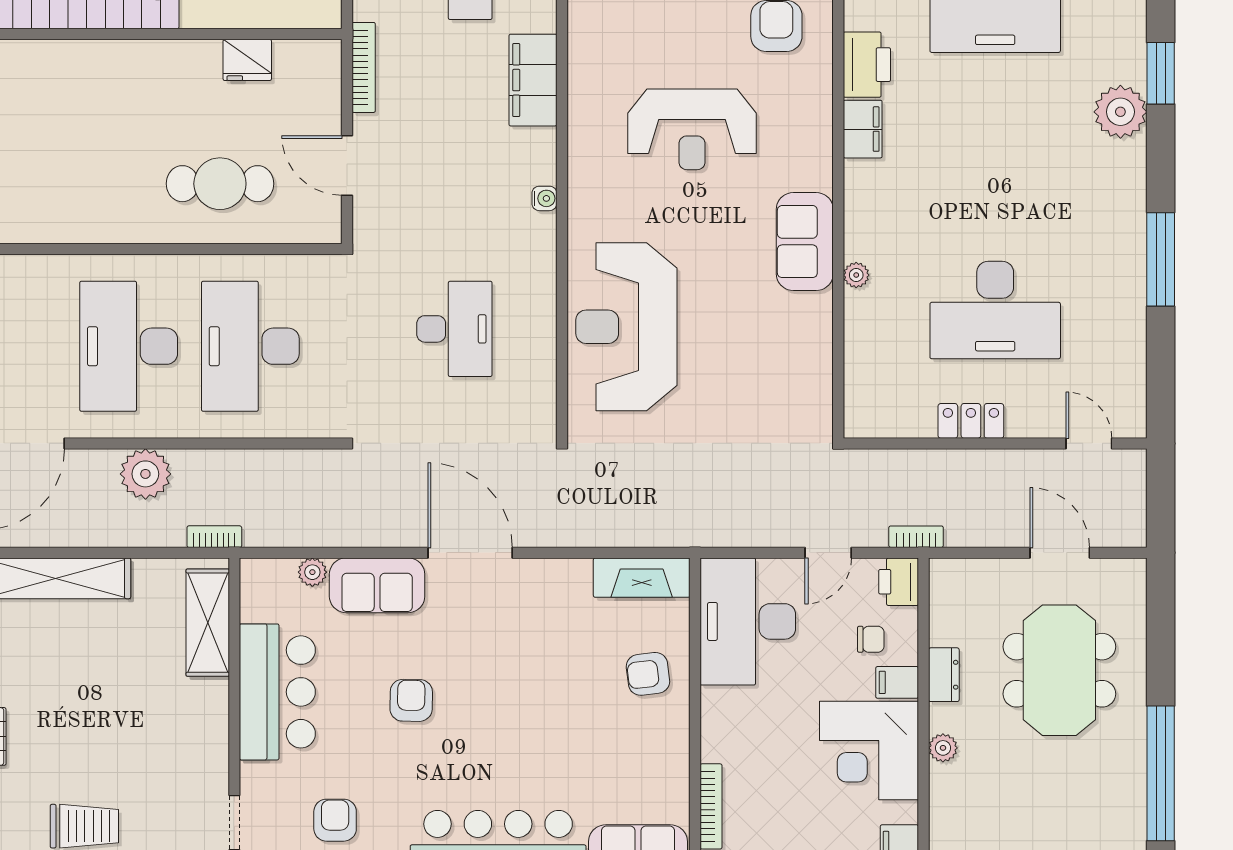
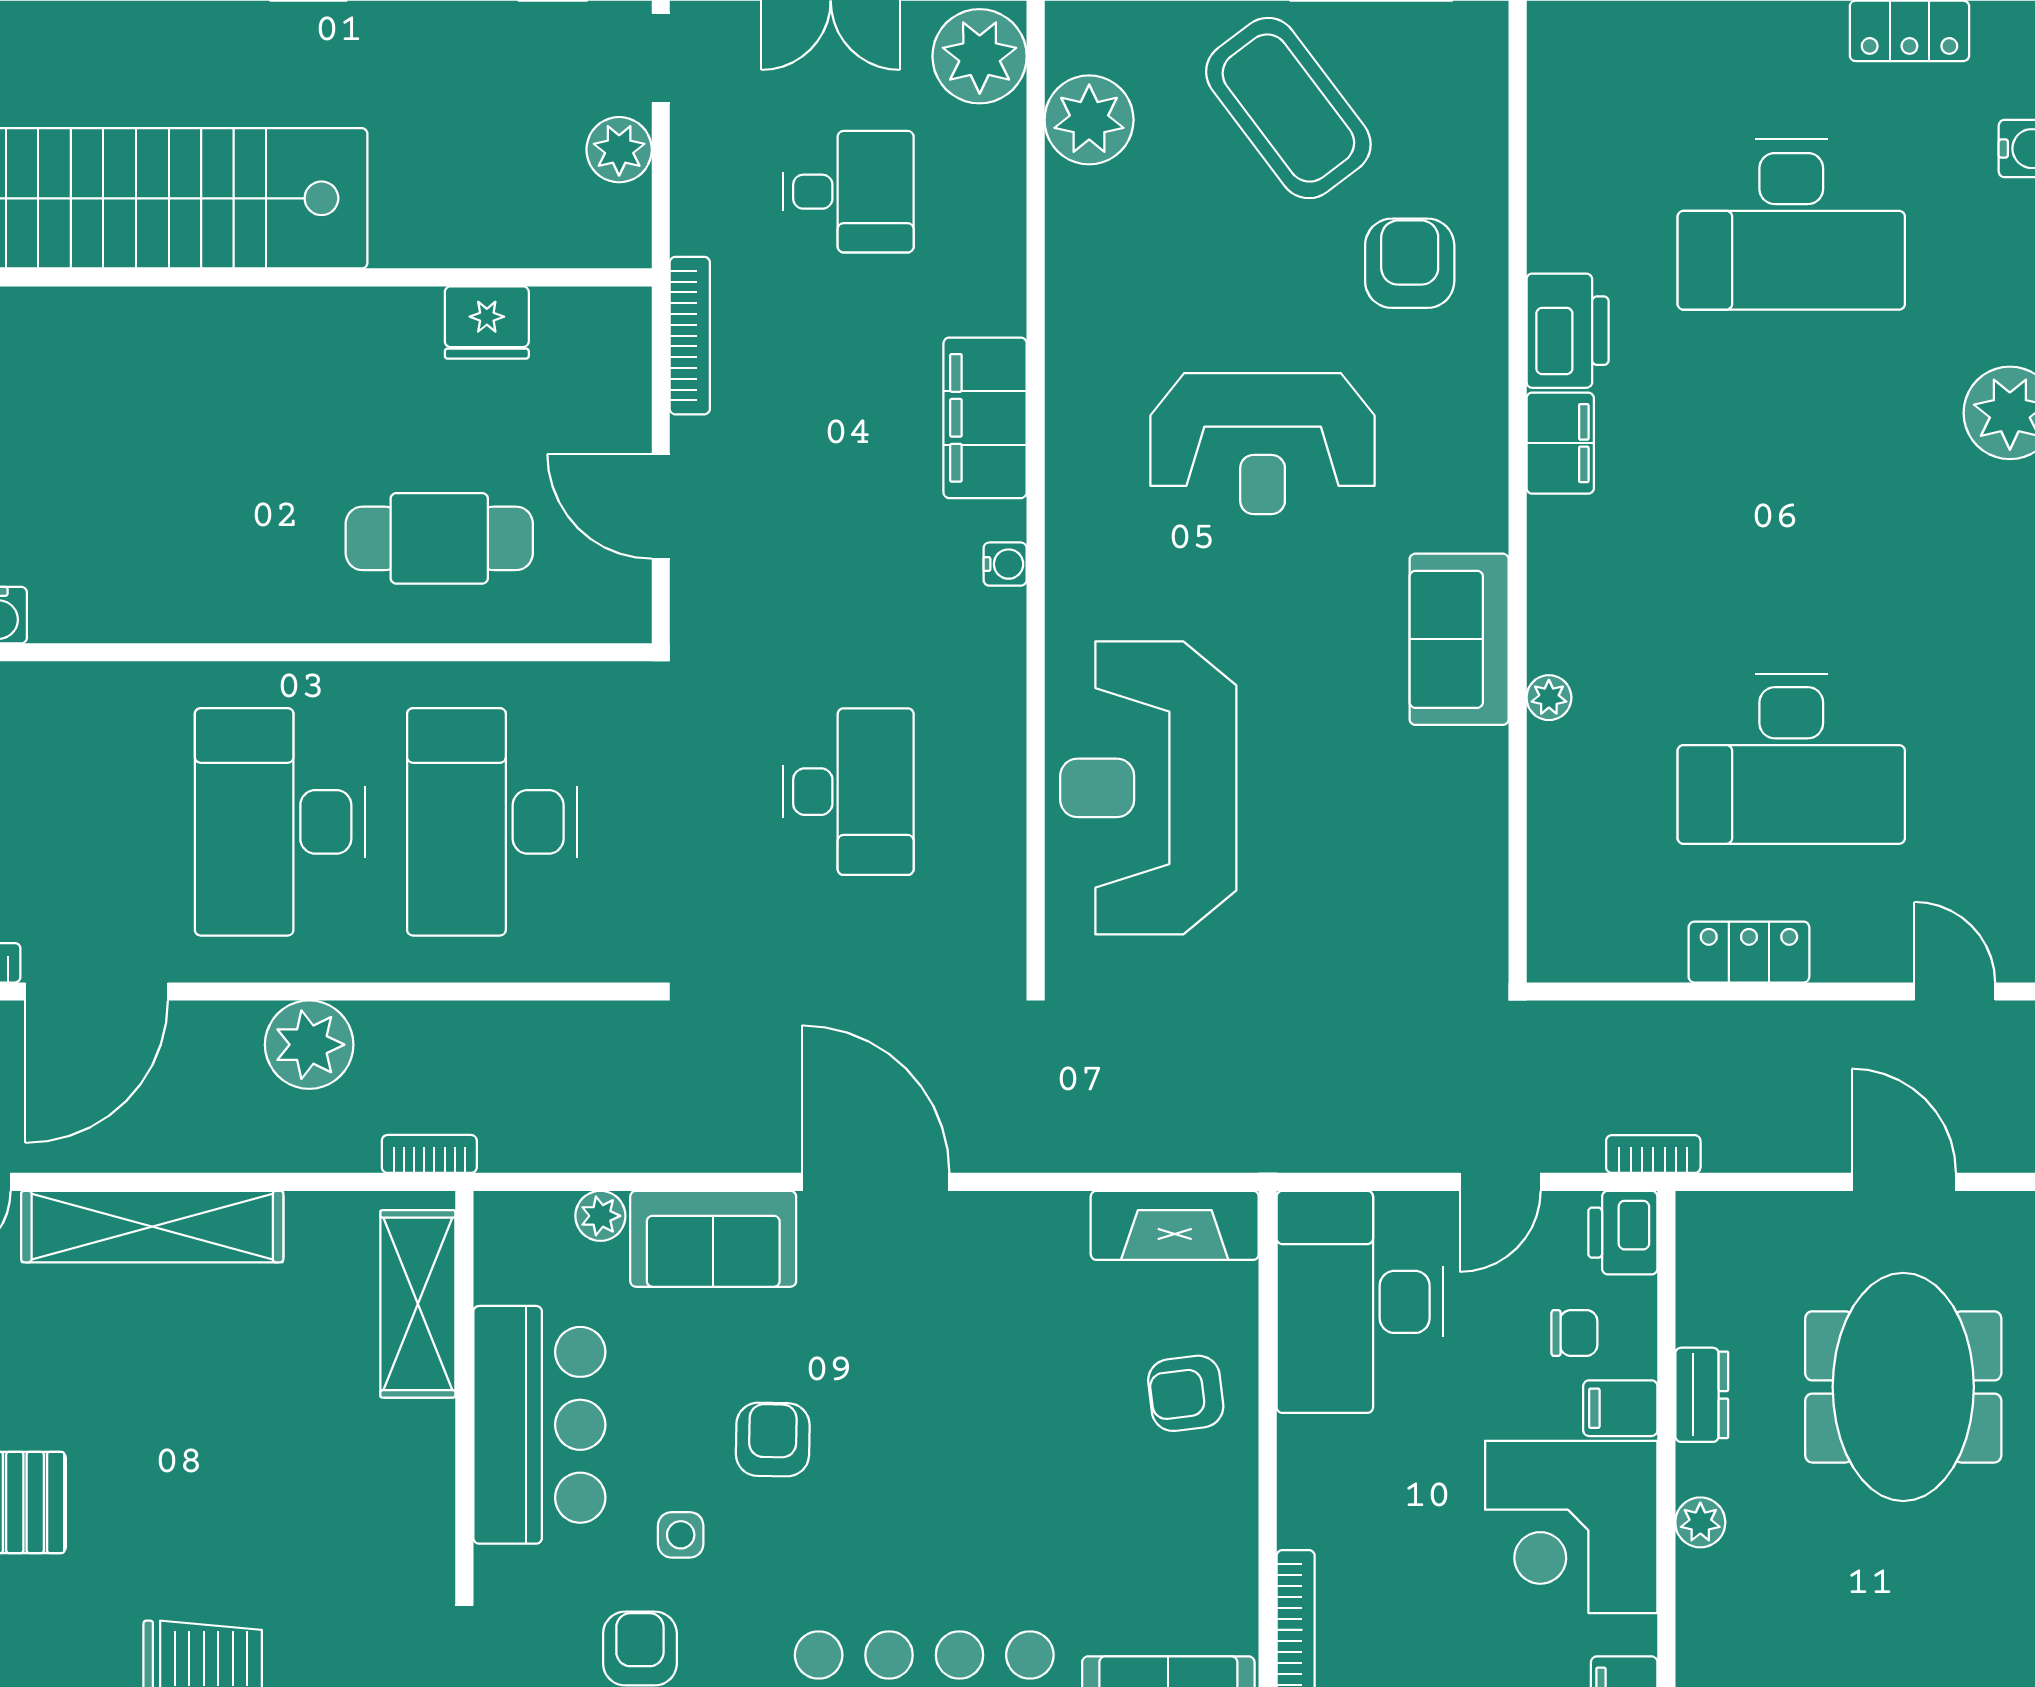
filing cabinet: (533, 80) -> (985, 418), moved
side table: (358, 755) -> (681, 1535), added

